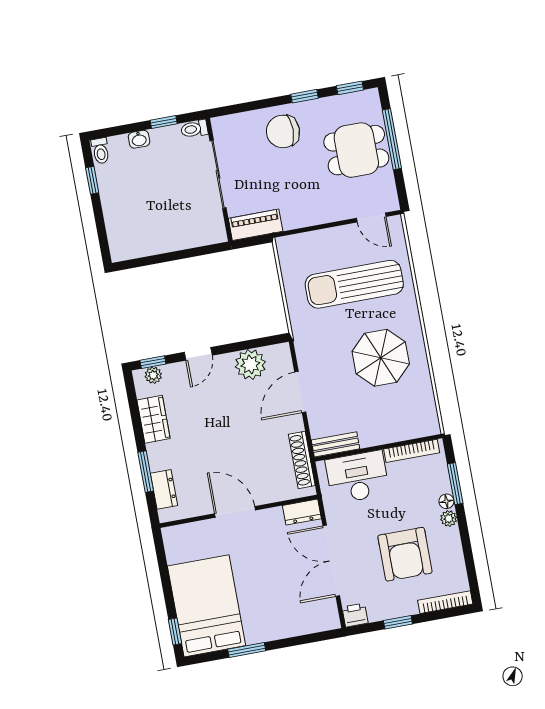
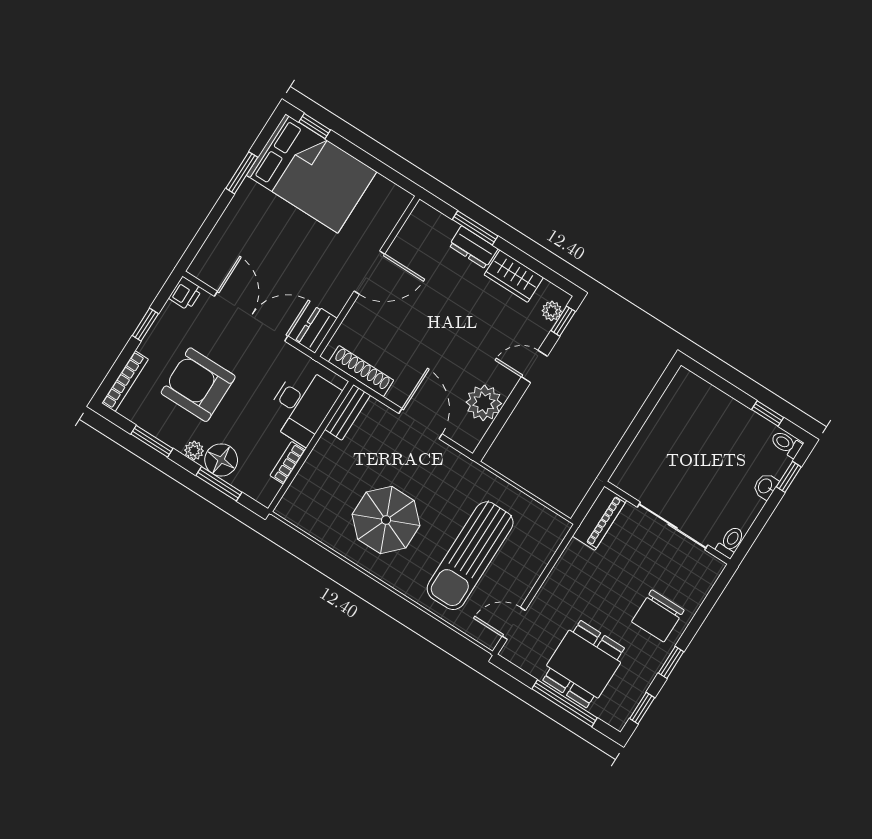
window: (164, 122) -> (789, 477), moved
chair: (283, 131) -> (658, 616), turned 180
sun lounger: (354, 284) -> (470, 556), turned 180
door: (198, 354) -> (534, 366), hinge flipped
bookcase: (412, 451) -> (288, 463), width x0.64
dresser: (164, 489) -> (473, 247), moved
floor lamp: (446, 501) -> (221, 460), width x1.89, depth x1.89
window: (467, 550) -> (152, 441), added

